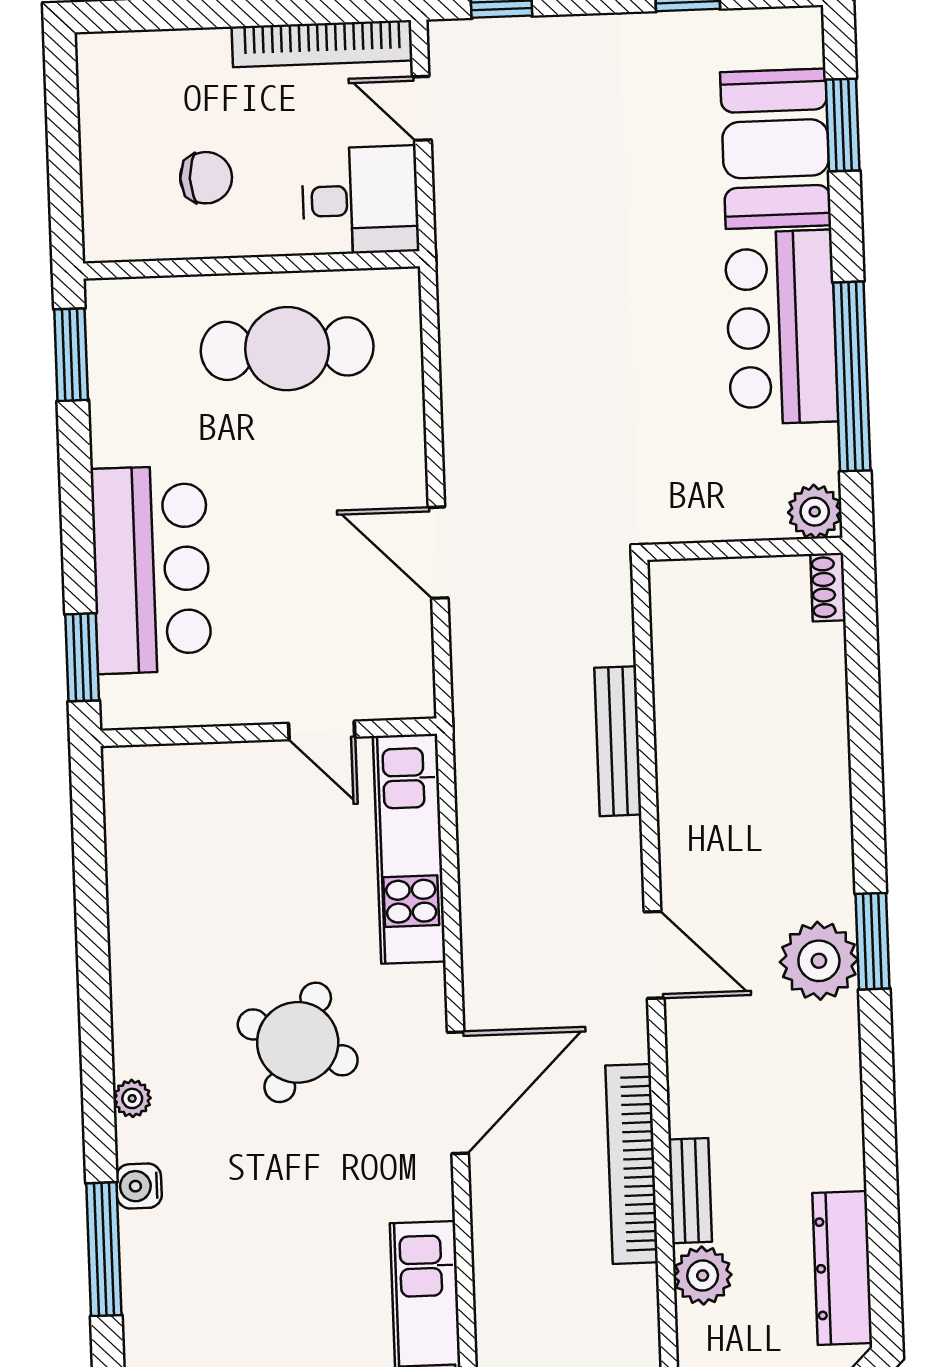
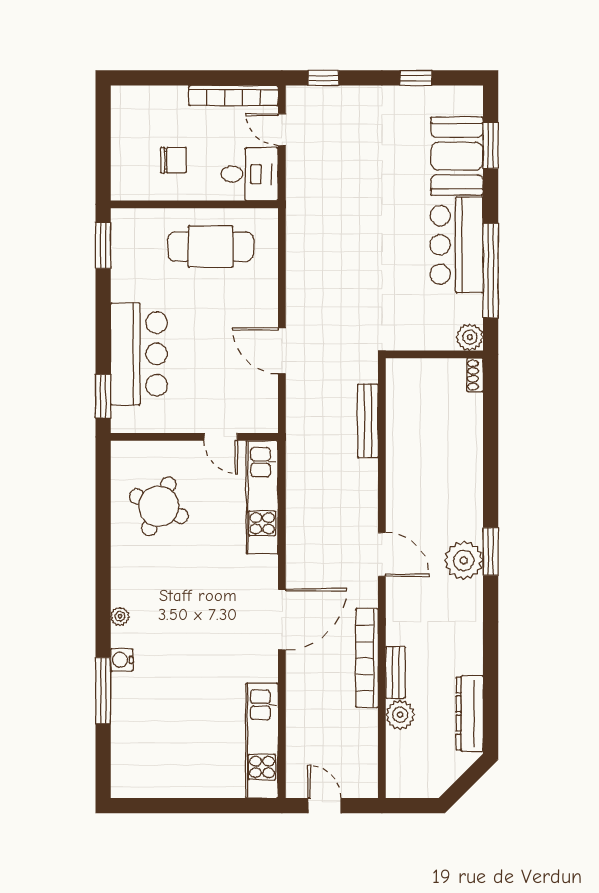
bench: (618, 741) -> (368, 421), moved
round table: (298, 1042) -> (159, 506), moved

